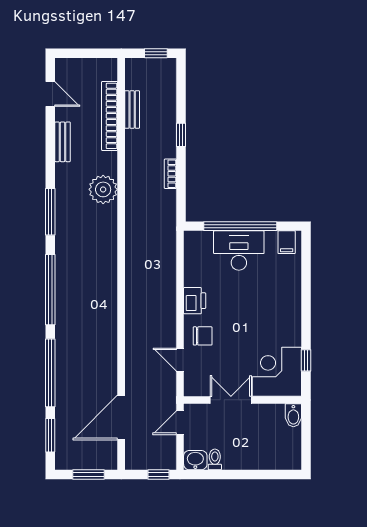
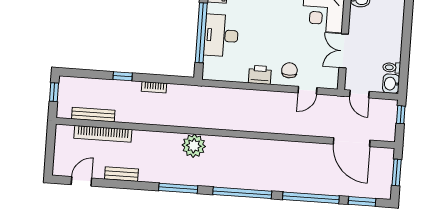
bench: (132, 110) -> (93, 115), width x1.36
plant: (103, 189) -> (194, 146), moved

